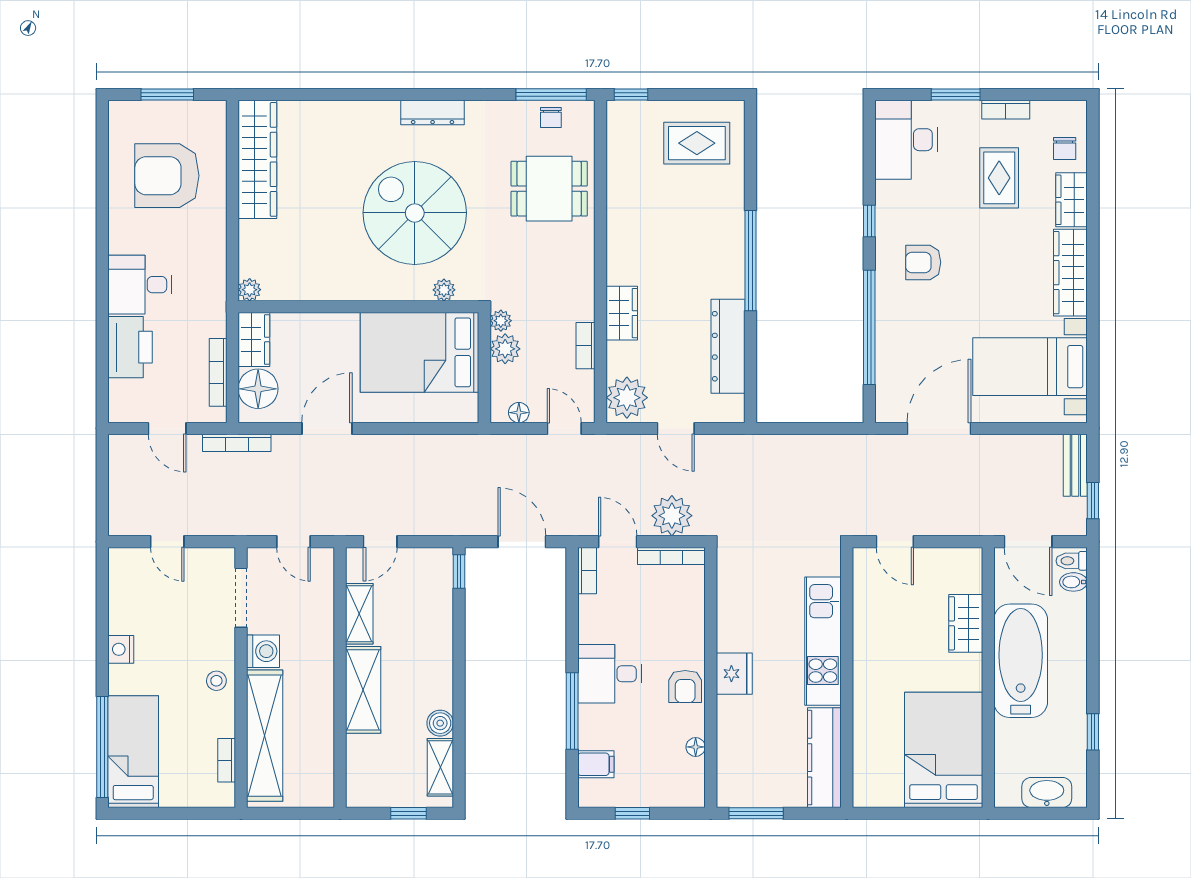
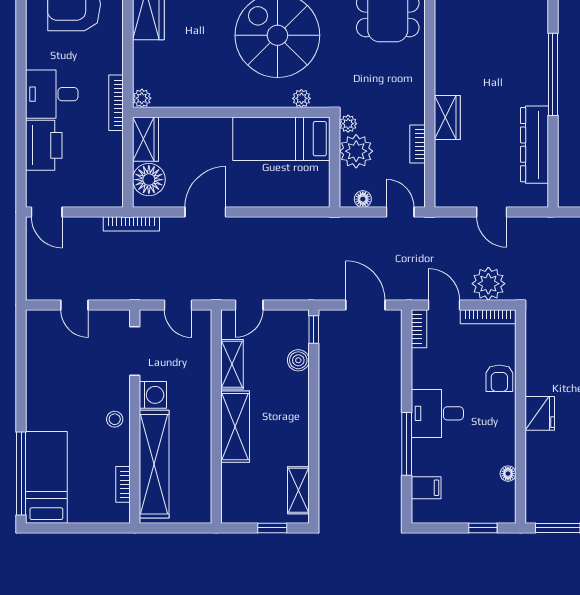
plant: (505, 349) -> (356, 151), width x1.36, depth x1.36
bed: (420, 352) -> (281, 139), width x0.67
bookcase: (218, 372) -> (116, 103), moved
plant: (627, 398) -> (452, 187), removed
door: (167, 428) -> (47, 212), moved
nightstand: (121, 649) -> (36, 393), removed
armchair: (685, 686) -> (499, 378), moved
boiler: (440, 723) -> (298, 360), moved
window: (632, 813) -> (483, 528), moved

